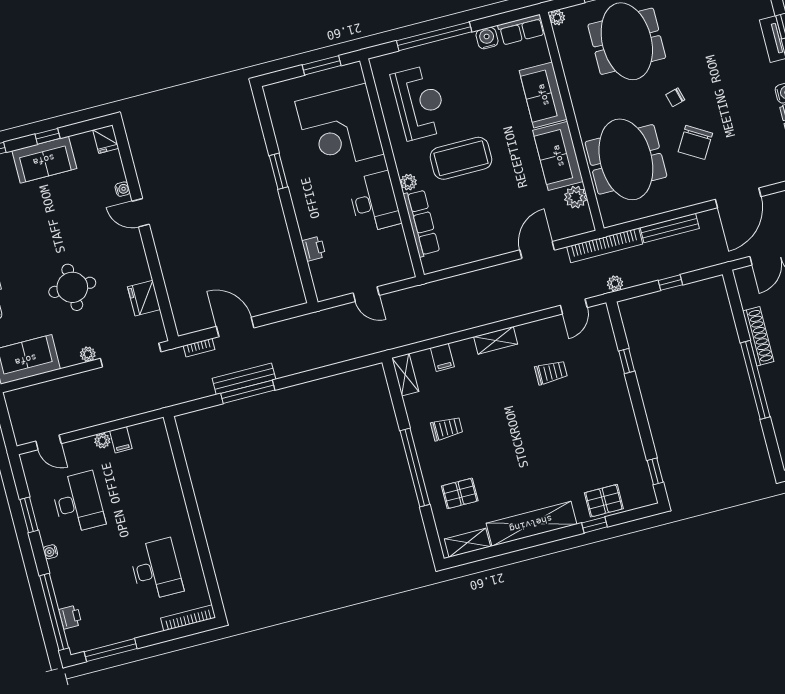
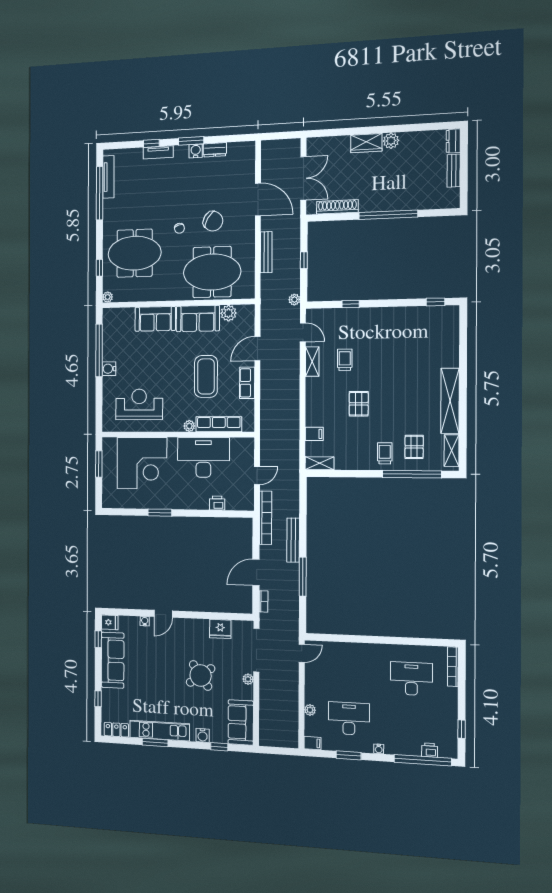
row of seats: (521, 30) -> (247, 383), moved, turned 180
window: (434, 36) -> (99, 350), moved
water cooler: (487, 38) -> (109, 369), moved
window: (47, 136) -> (98, 639), moved
coffee table: (461, 158) -> (206, 376), moved
sofa: (44, 160) -> (113, 660), width x1.36
desk: (374, 202) -> (203, 457), width x1.36, depth x1.30
bookcase: (605, 245) -> (266, 518), moved
door: (537, 250) -> (257, 349), hinge flipped
round table: (72, 287) -> (201, 675), turned -35
shoe rack: (758, 336) -> (337, 207), moved
shelving: (496, 340) -> (312, 361), moved
bench: (244, 379) -> (293, 540), moved
trolley: (447, 428) -> (385, 453), moved
filing cabinet: (121, 440) -> (313, 743), moved
plant: (102, 441) -> (310, 710), moved
door: (48, 442) -> (302, 653), moved
window: (415, 467) -> (412, 474), moved
pallet: (604, 501) -> (359, 404), moved
window: (595, 525) -> (463, 355), removed
window: (111, 650) -> (462, 729), width x0.46

